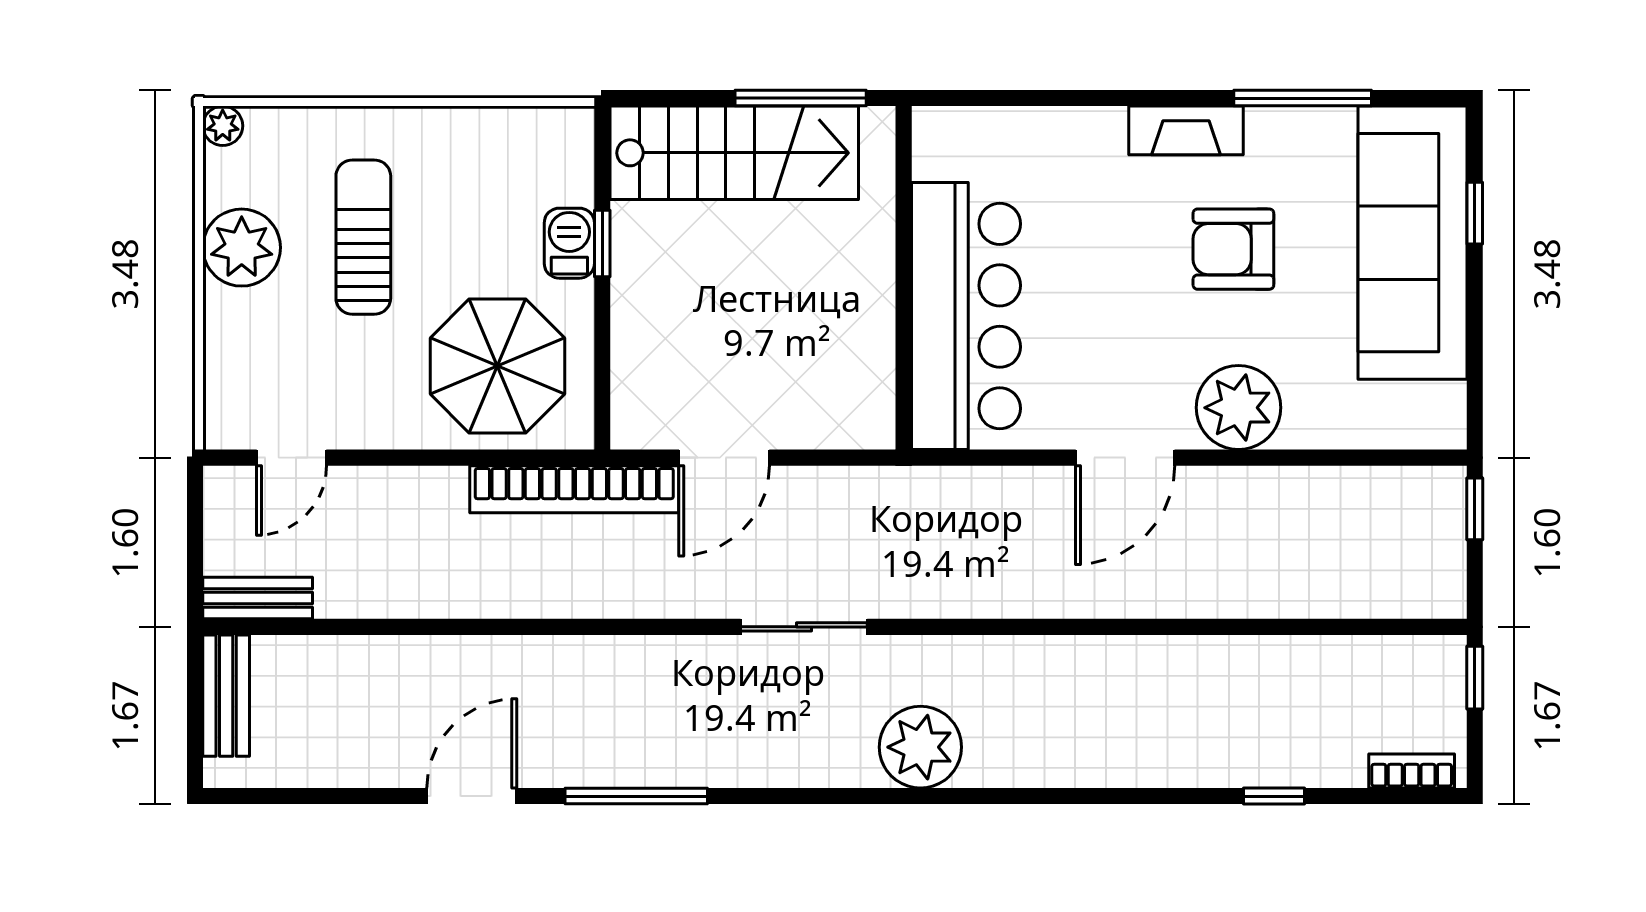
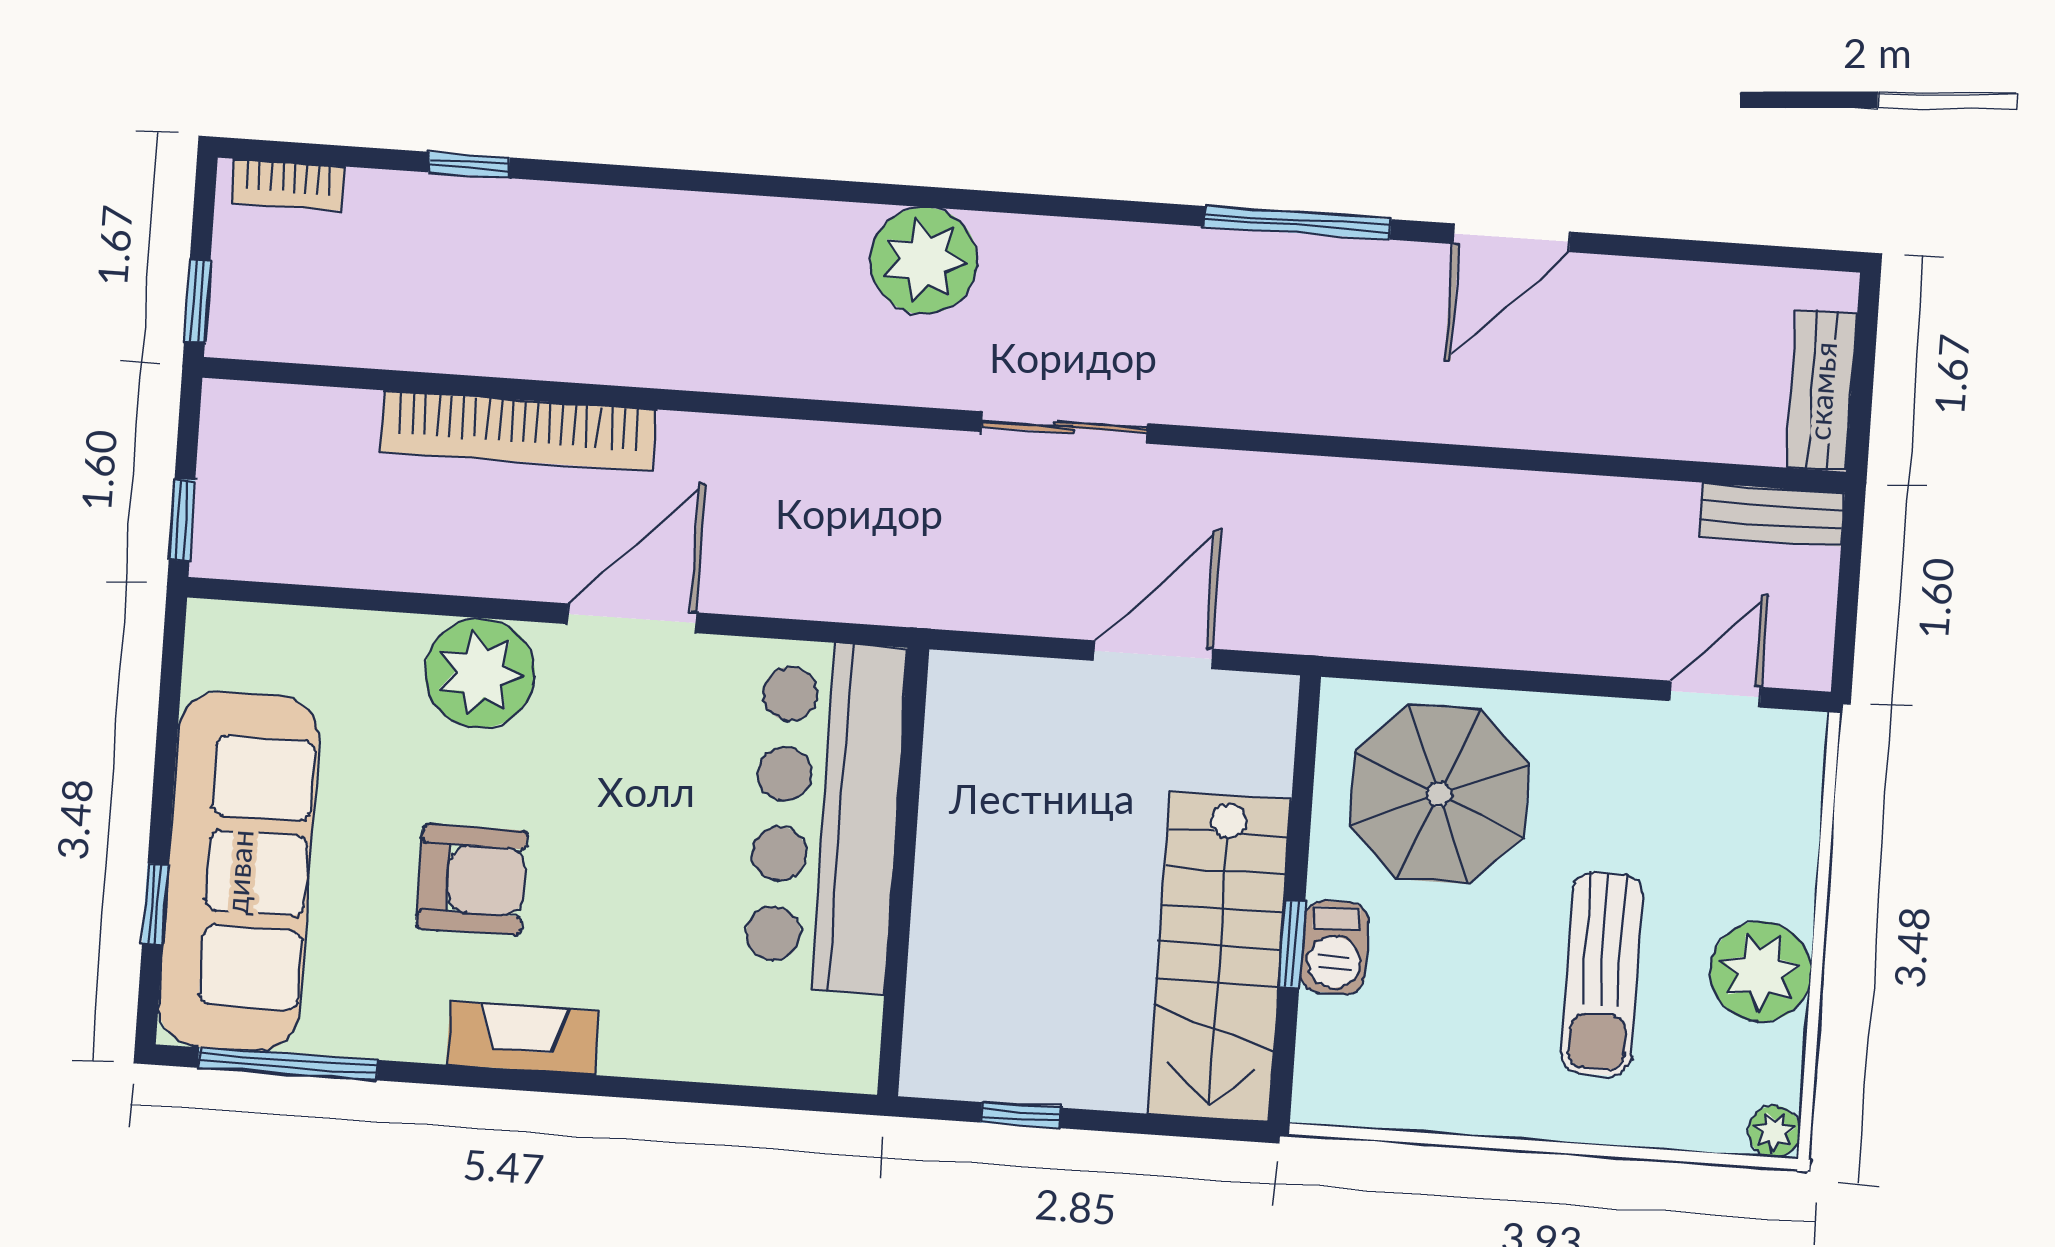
window: (801, 98) -> (1021, 1115), width x0.46
window: (1303, 98) -> (288, 1064), moved
stairs: (734, 153) -> (1219, 957), moved, turned -90
bookcase: (574, 489) -> (518, 431), moved, turned 180

